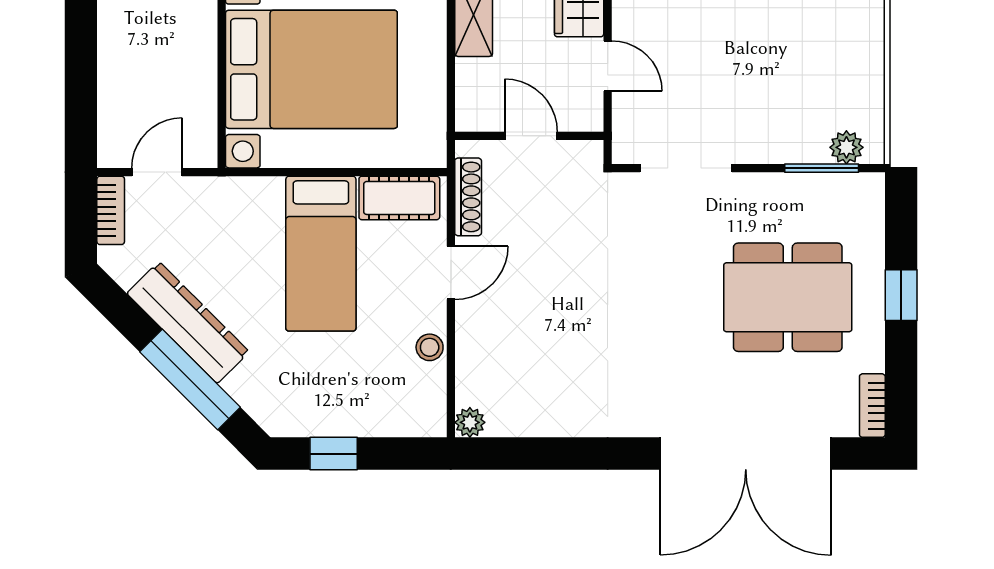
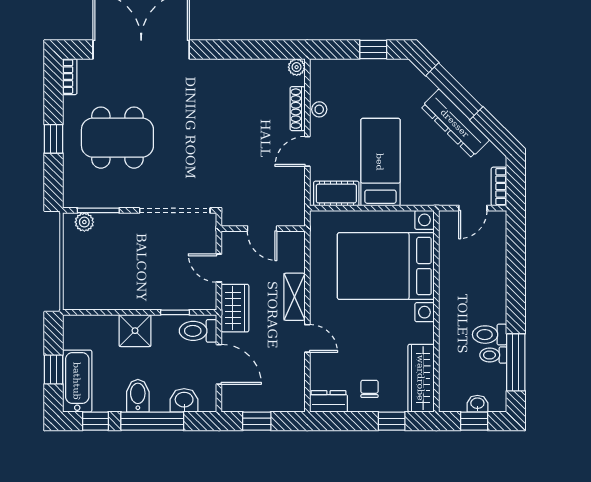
doorway: (686, 168) -> (175, 210), width x1.36
shoe rack: (468, 197) -> (298, 109), moved

